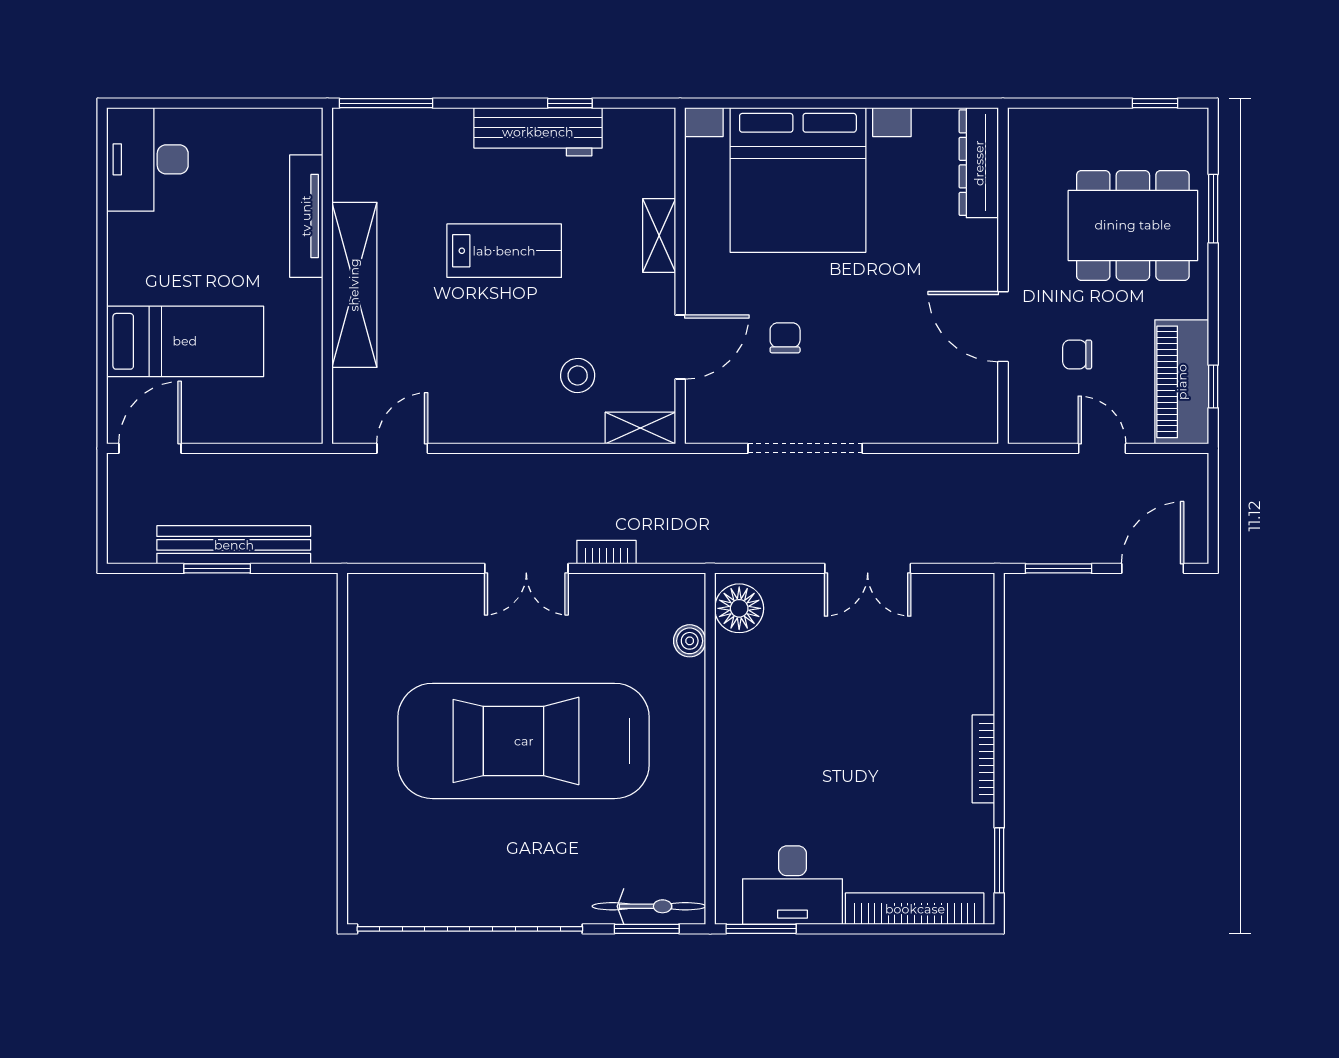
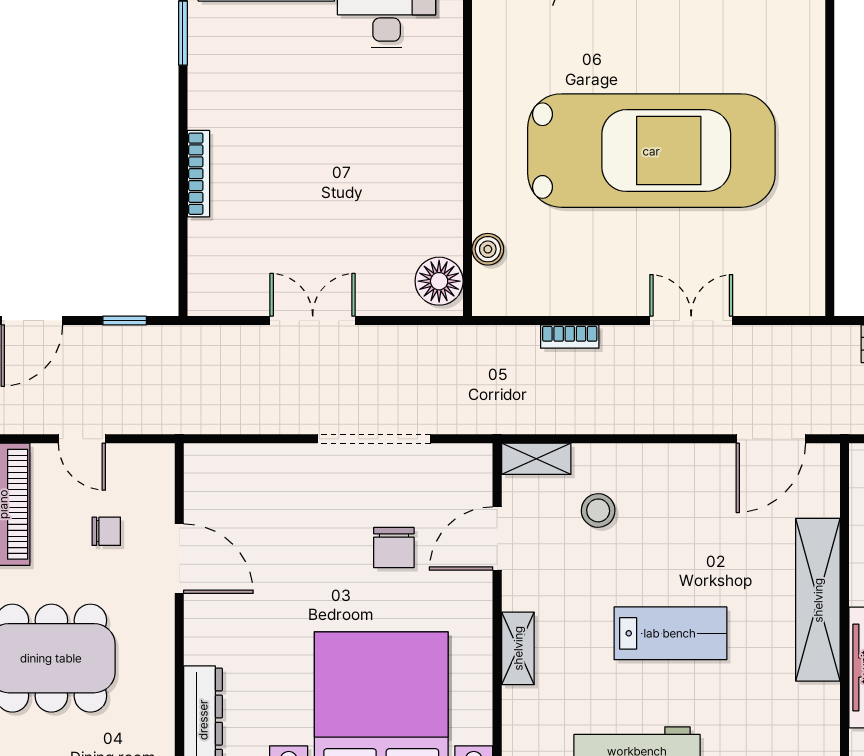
lab bench: (504, 251) -> (670, 633), turned 180
chair: (785, 338) -> (394, 548), width x1.37, depth x1.37
door: (402, 448) -> (771, 439), width x1.38
double door: (526, 568) -> (691, 320), moved
window: (1059, 568) -> (125, 320), width x0.67
bookcase: (983, 759) -> (198, 174), moved

